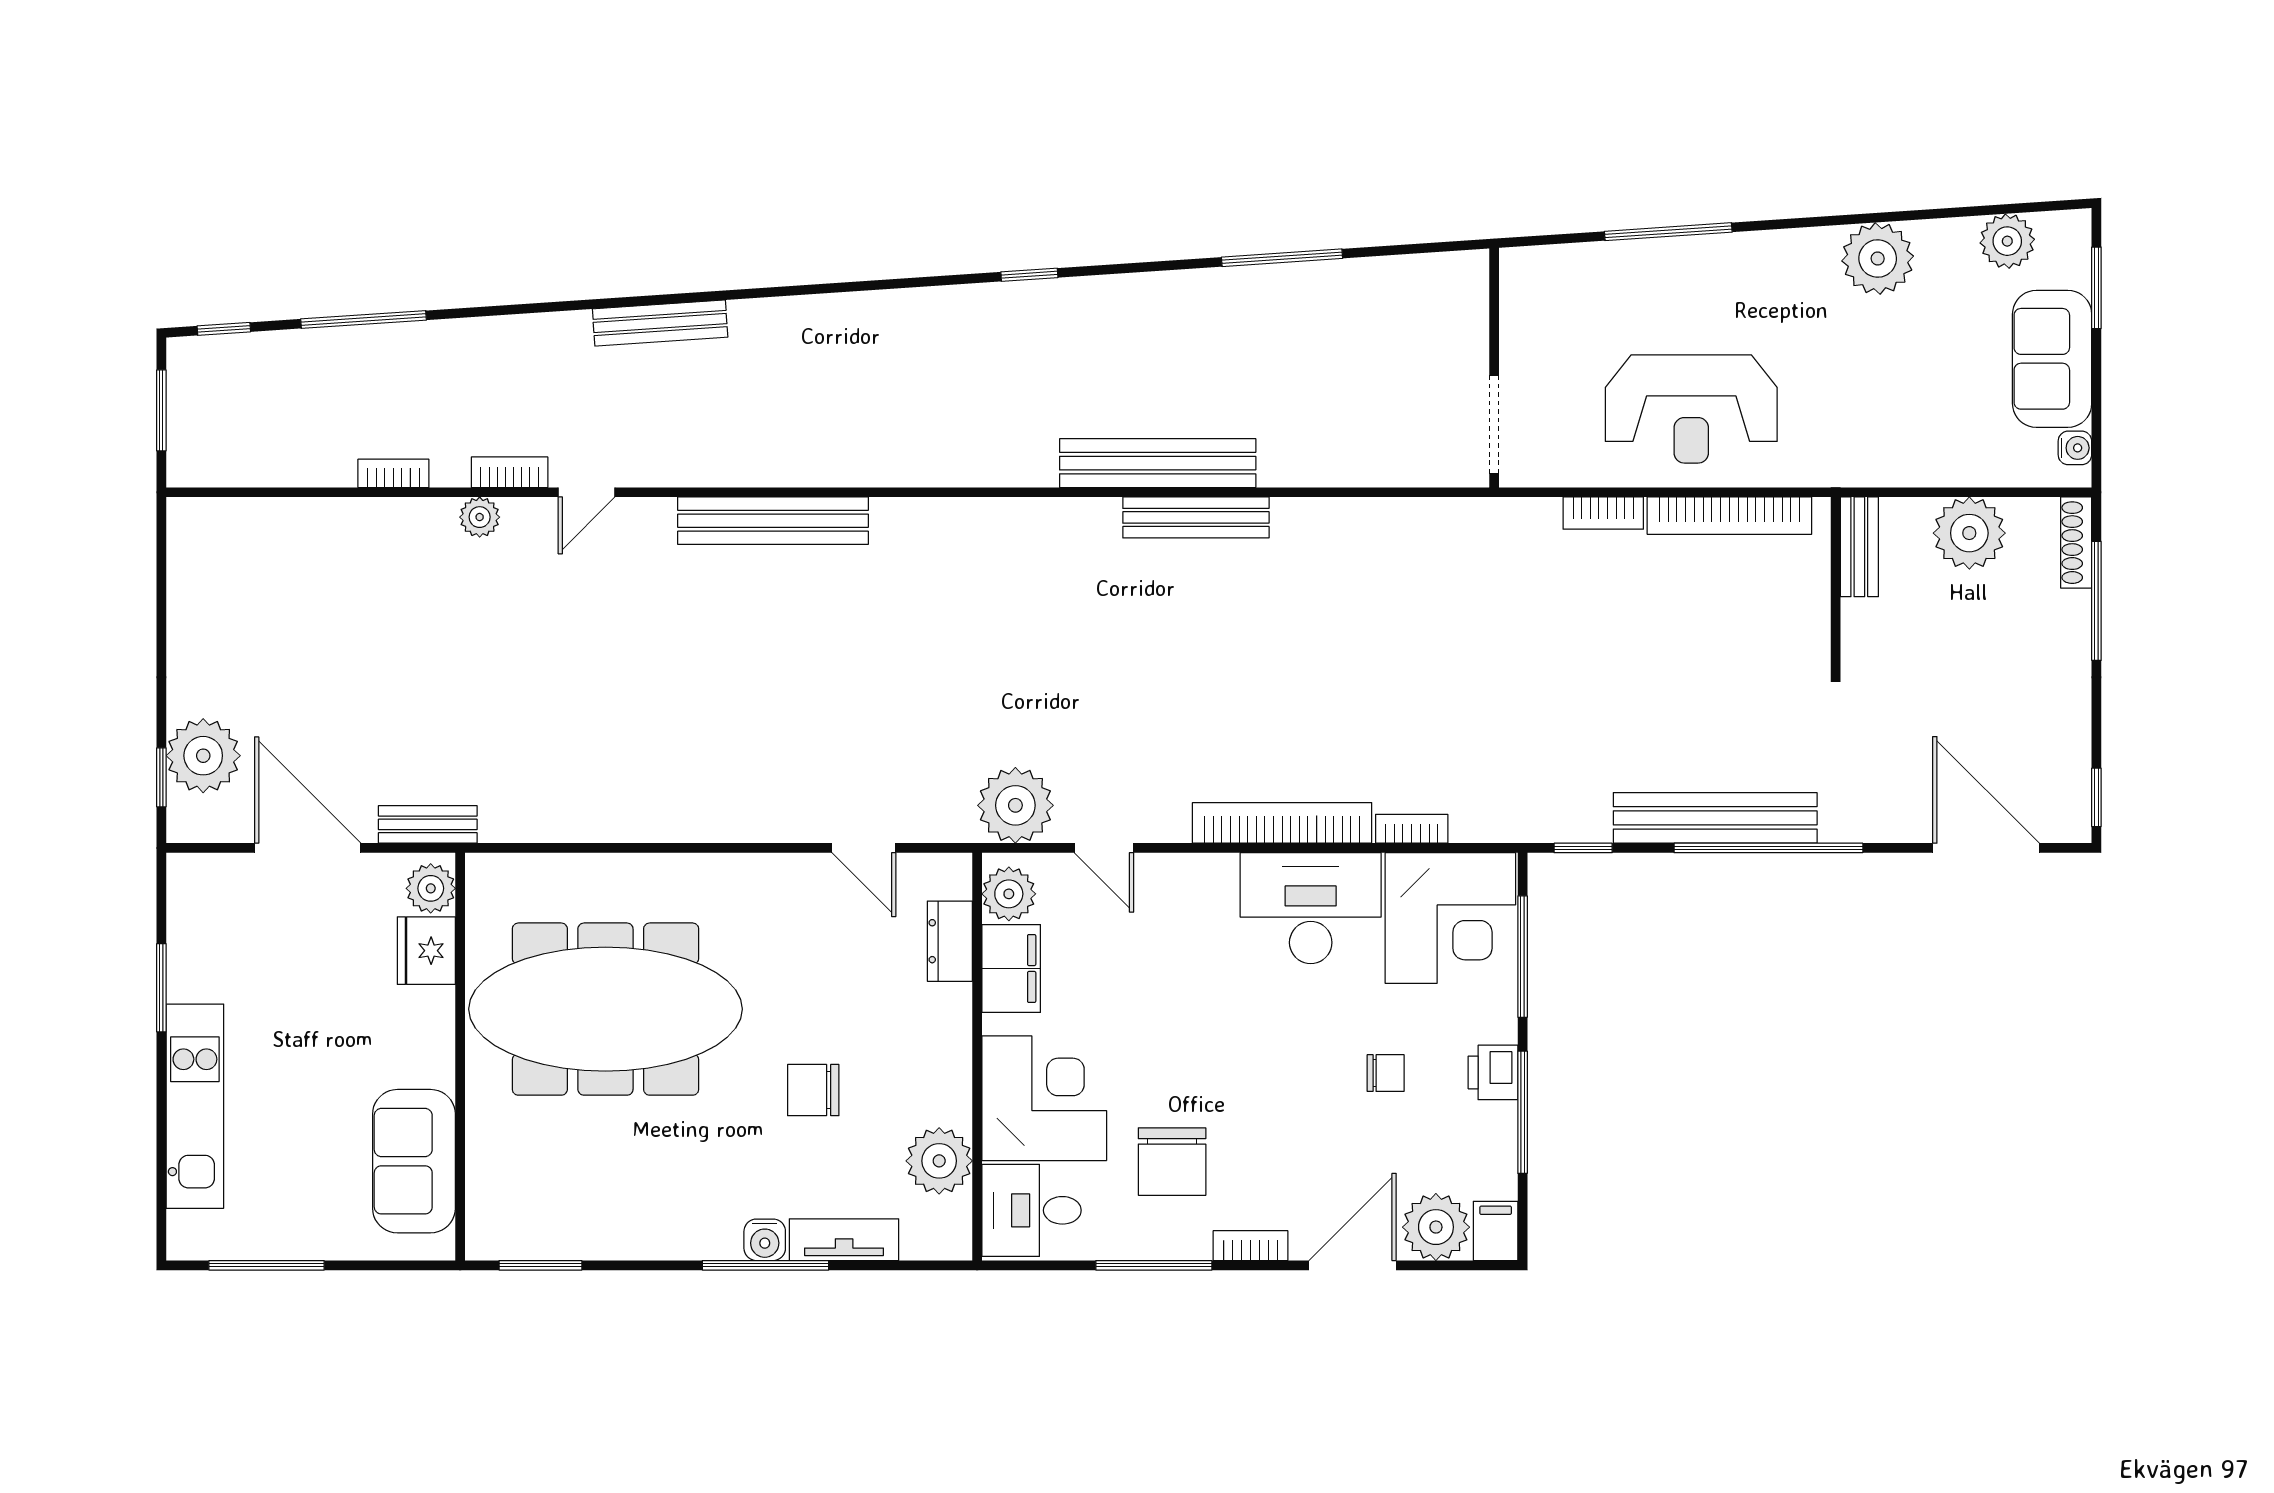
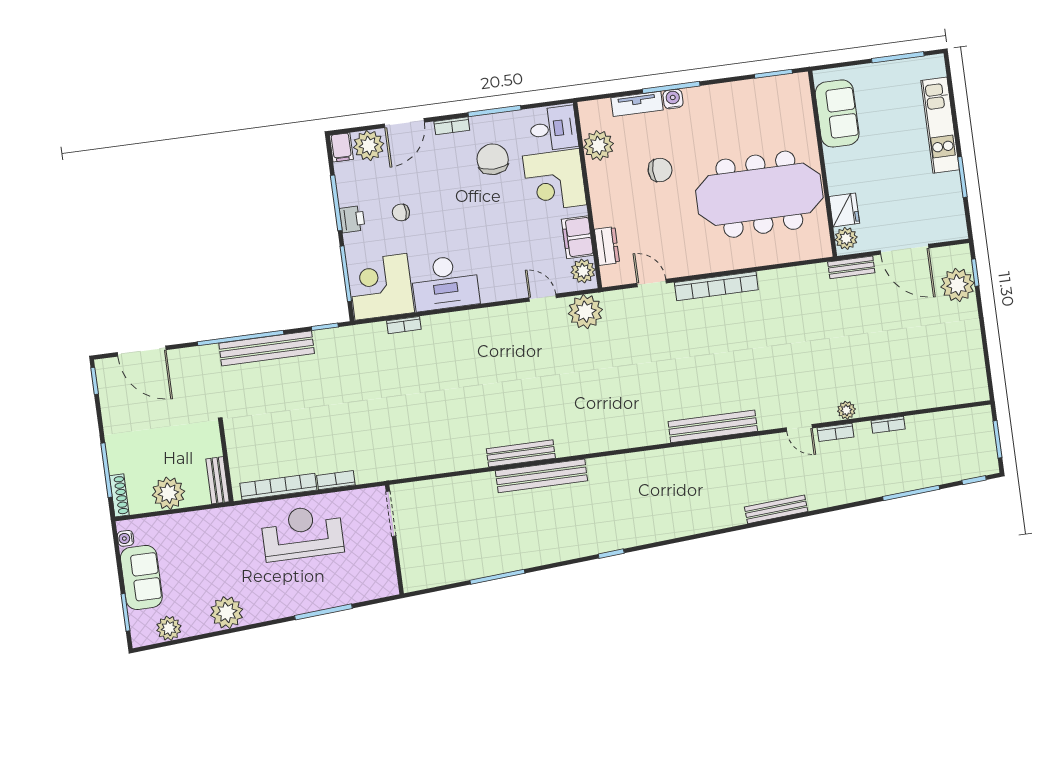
door: (587, 492) -> (799, 428), swing flipped
bookcase: (1282, 823) -> (716, 286), moved

